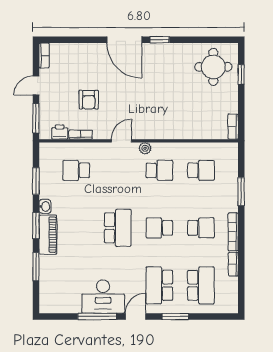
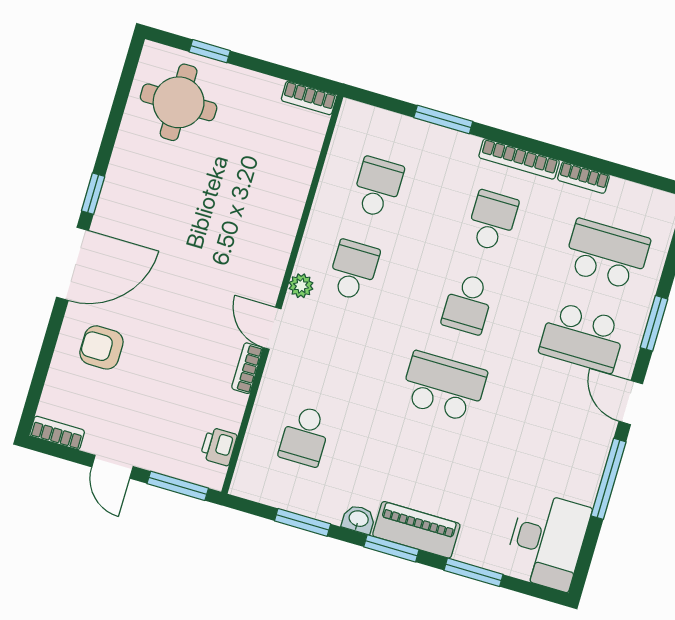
armchair: (89, 100) -> (101, 347), moved, turned 180
bookcase: (81, 135) -> (247, 368), moved
desk: (103, 297) -> (547, 541), moved

